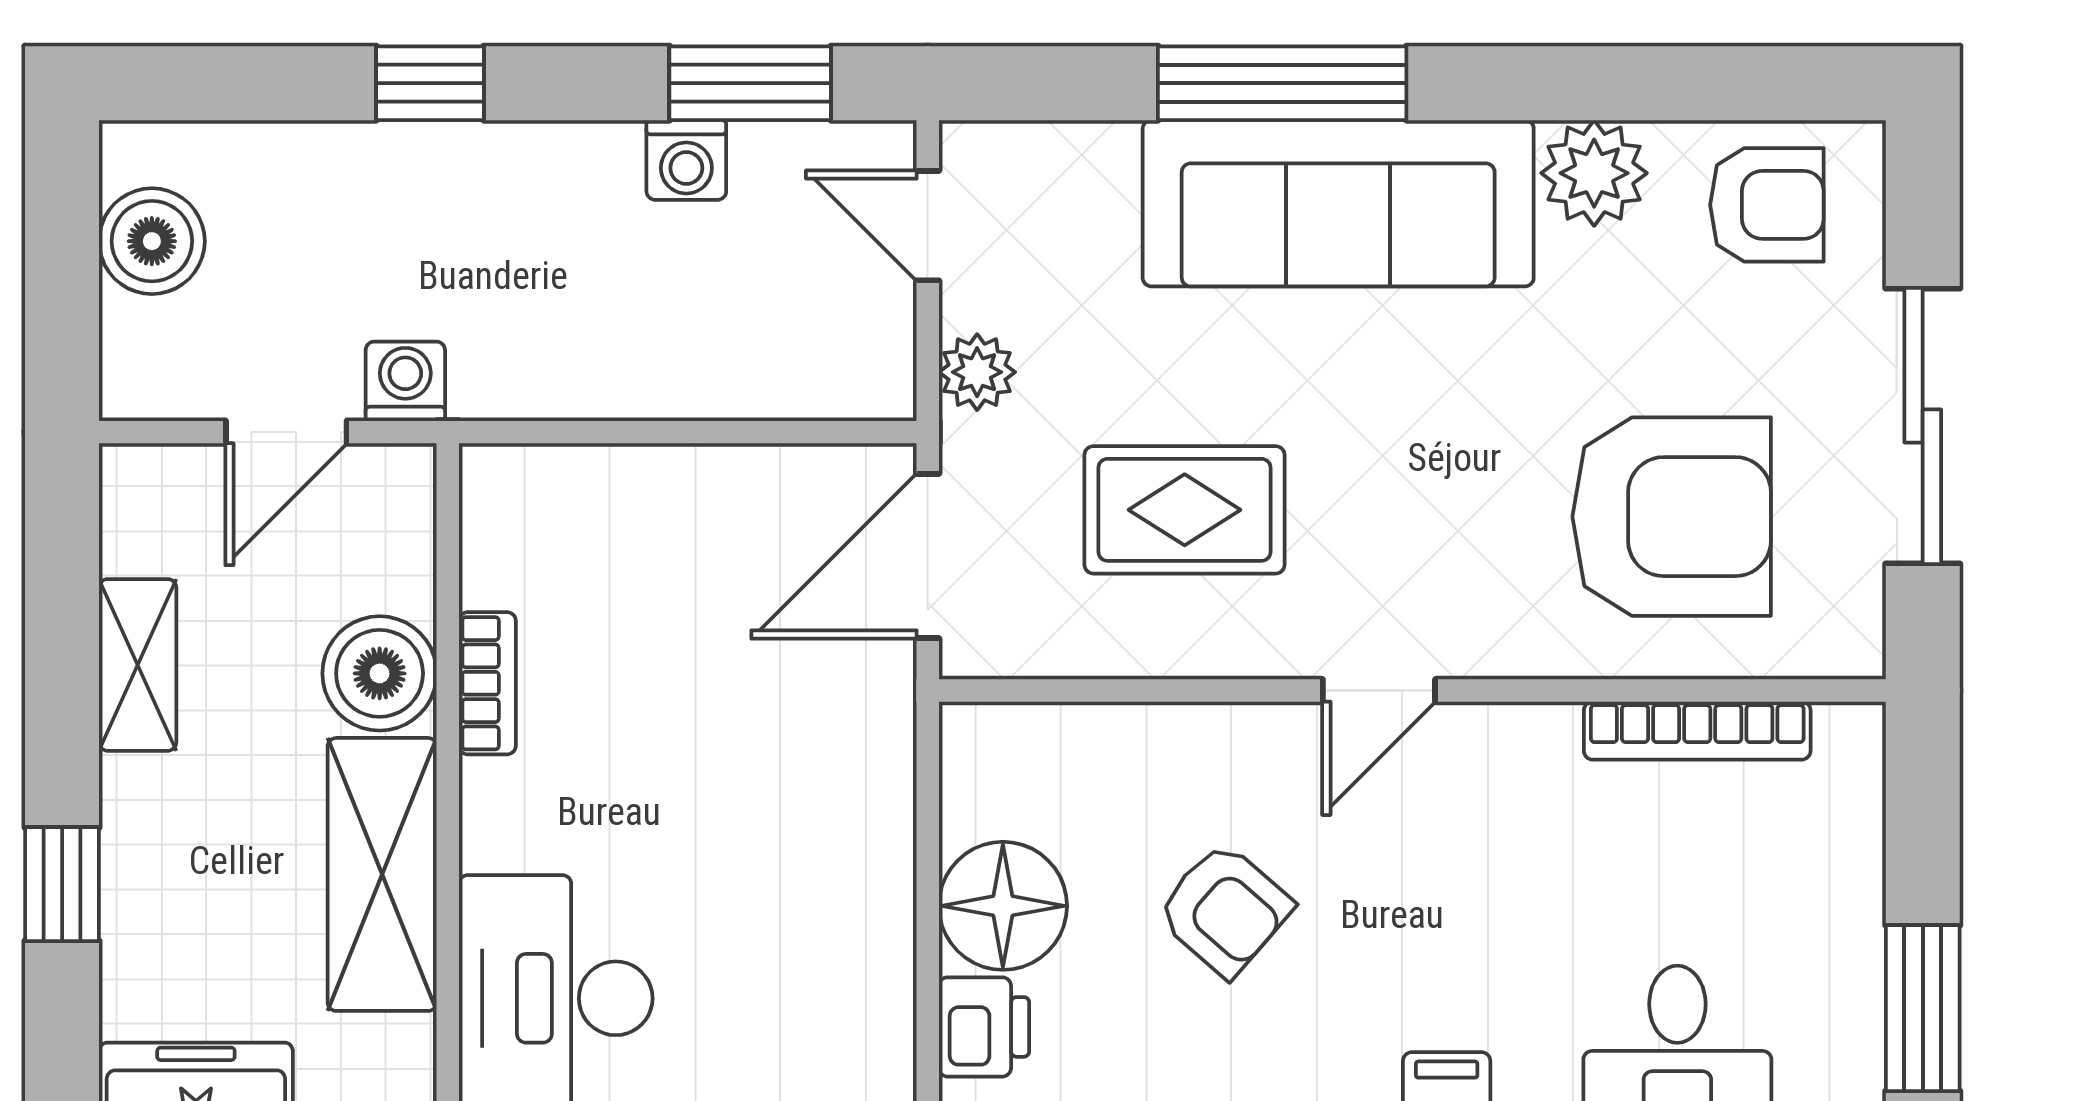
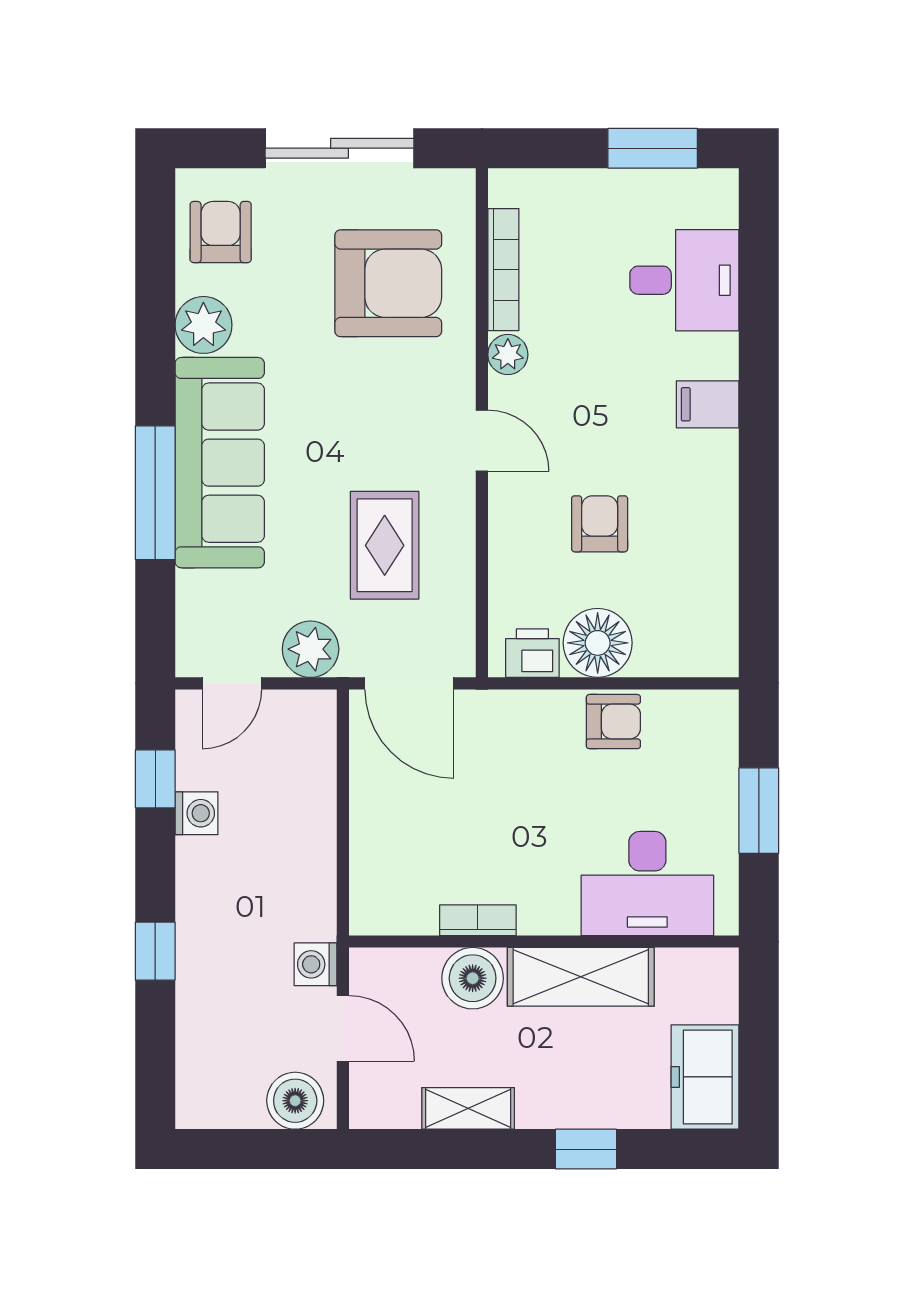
window: (750, 83) -> (155, 779), width x0.67
boiler: (152, 241) -> (295, 1101), moved
plant: (977, 372) -> (311, 649), width x1.38, depth x1.38
armchair: (1672, 517) -> (388, 283), turned 90
plant: (1539, 739) -> (508, 355), added
armchair: (1224, 910) -> (600, 524), turned -41
armchair: (857, 935) -> (613, 722), added
printer: (984, 1027) -> (532, 653), moved

